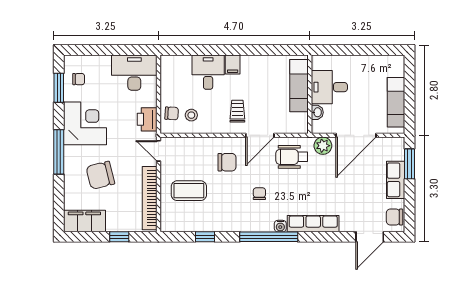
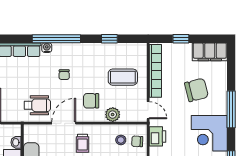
plant: (323, 146) -> (113, 115), moved

